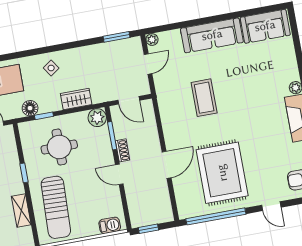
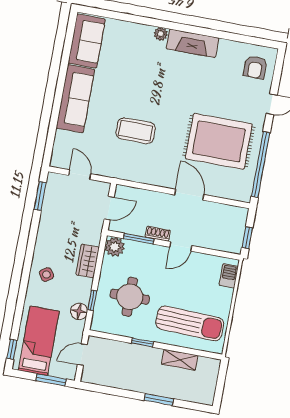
plant: (152, 40) -> (56, 161), removed

